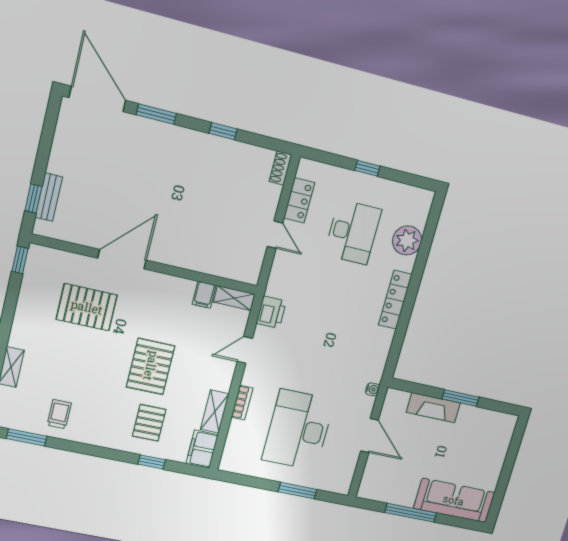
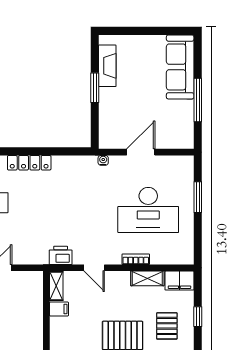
fireplace: (433, 408) -> (107, 66), moved
pallet: (149, 423) -> (167, 326), turned 90

